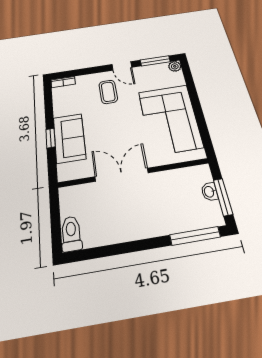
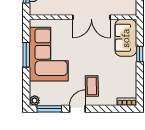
door: (122, 66) -> (77, 109), hinge flipped
window: (199, 114) -> (26, 55), added
sofa: (69, 138) -> (126, 38), moved

